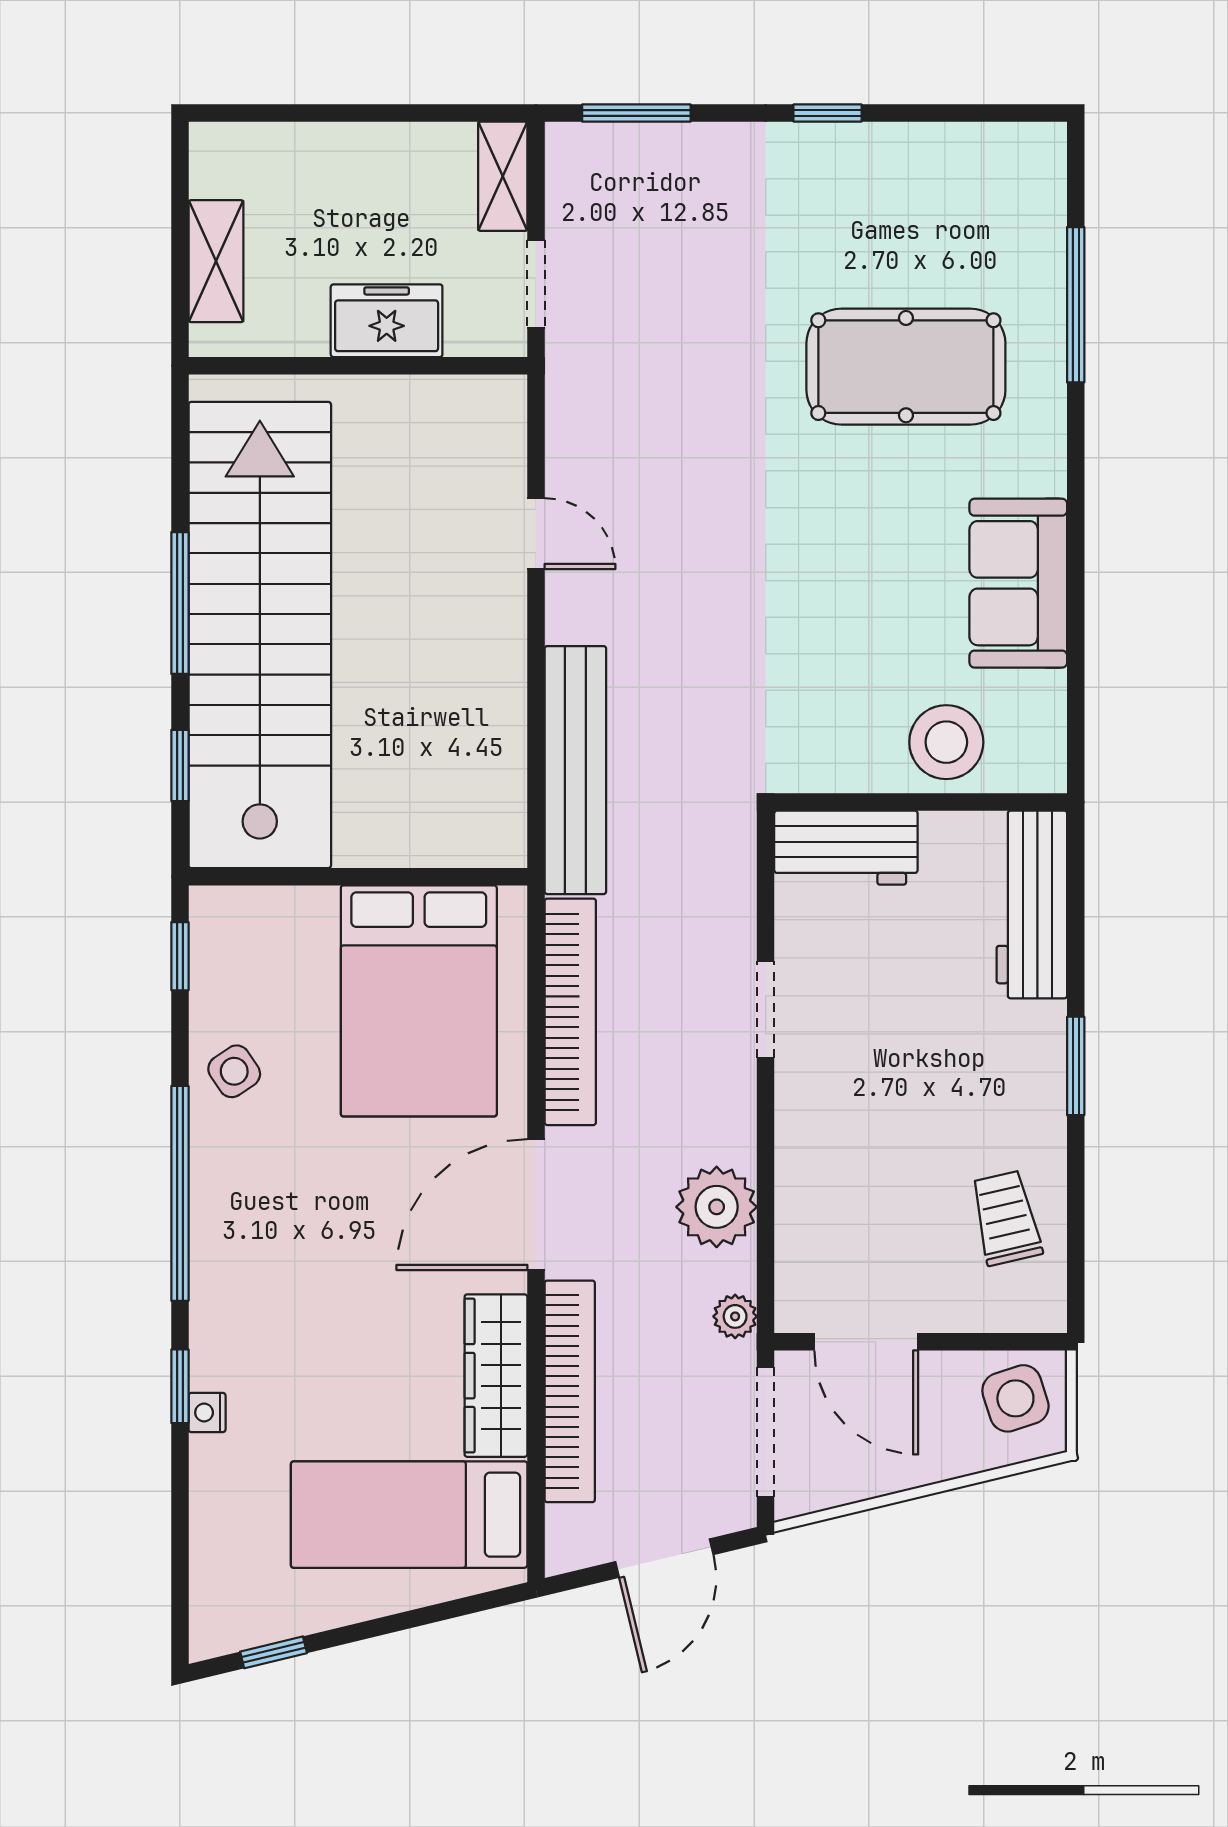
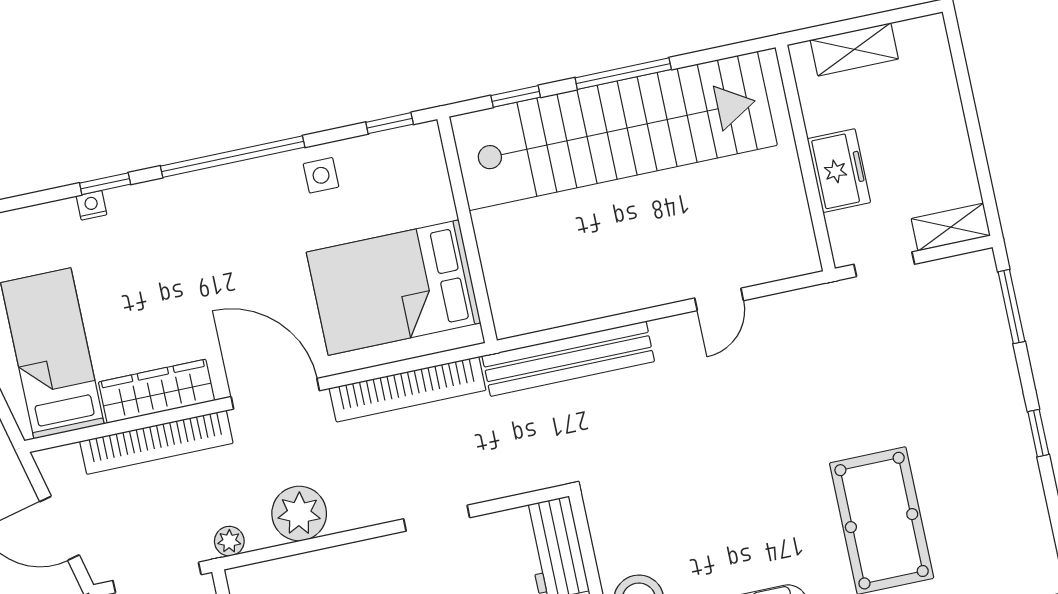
side table: (234, 1071) -> (321, 175), turned 34

